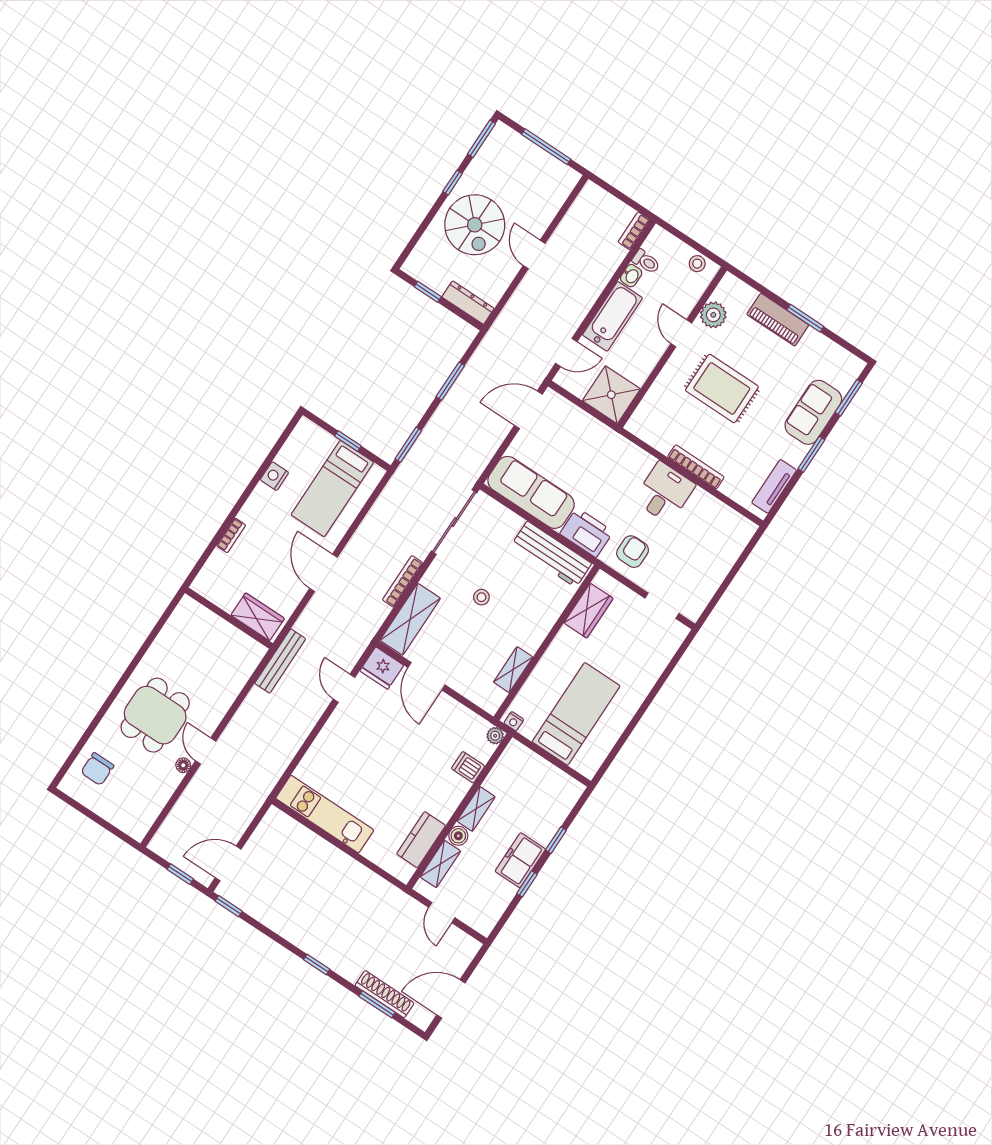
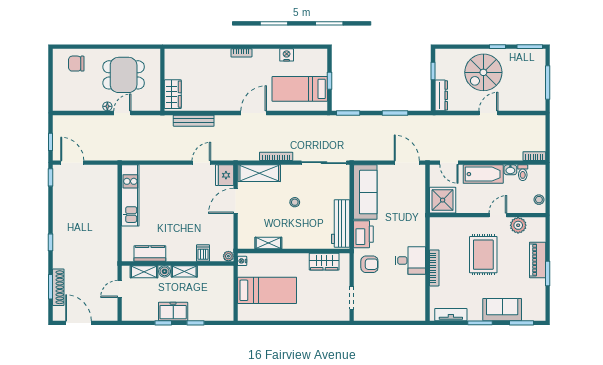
wardrobe: (258, 617) -> (173, 94), moved
wall: (229, 618) -> (162, 80), moved

